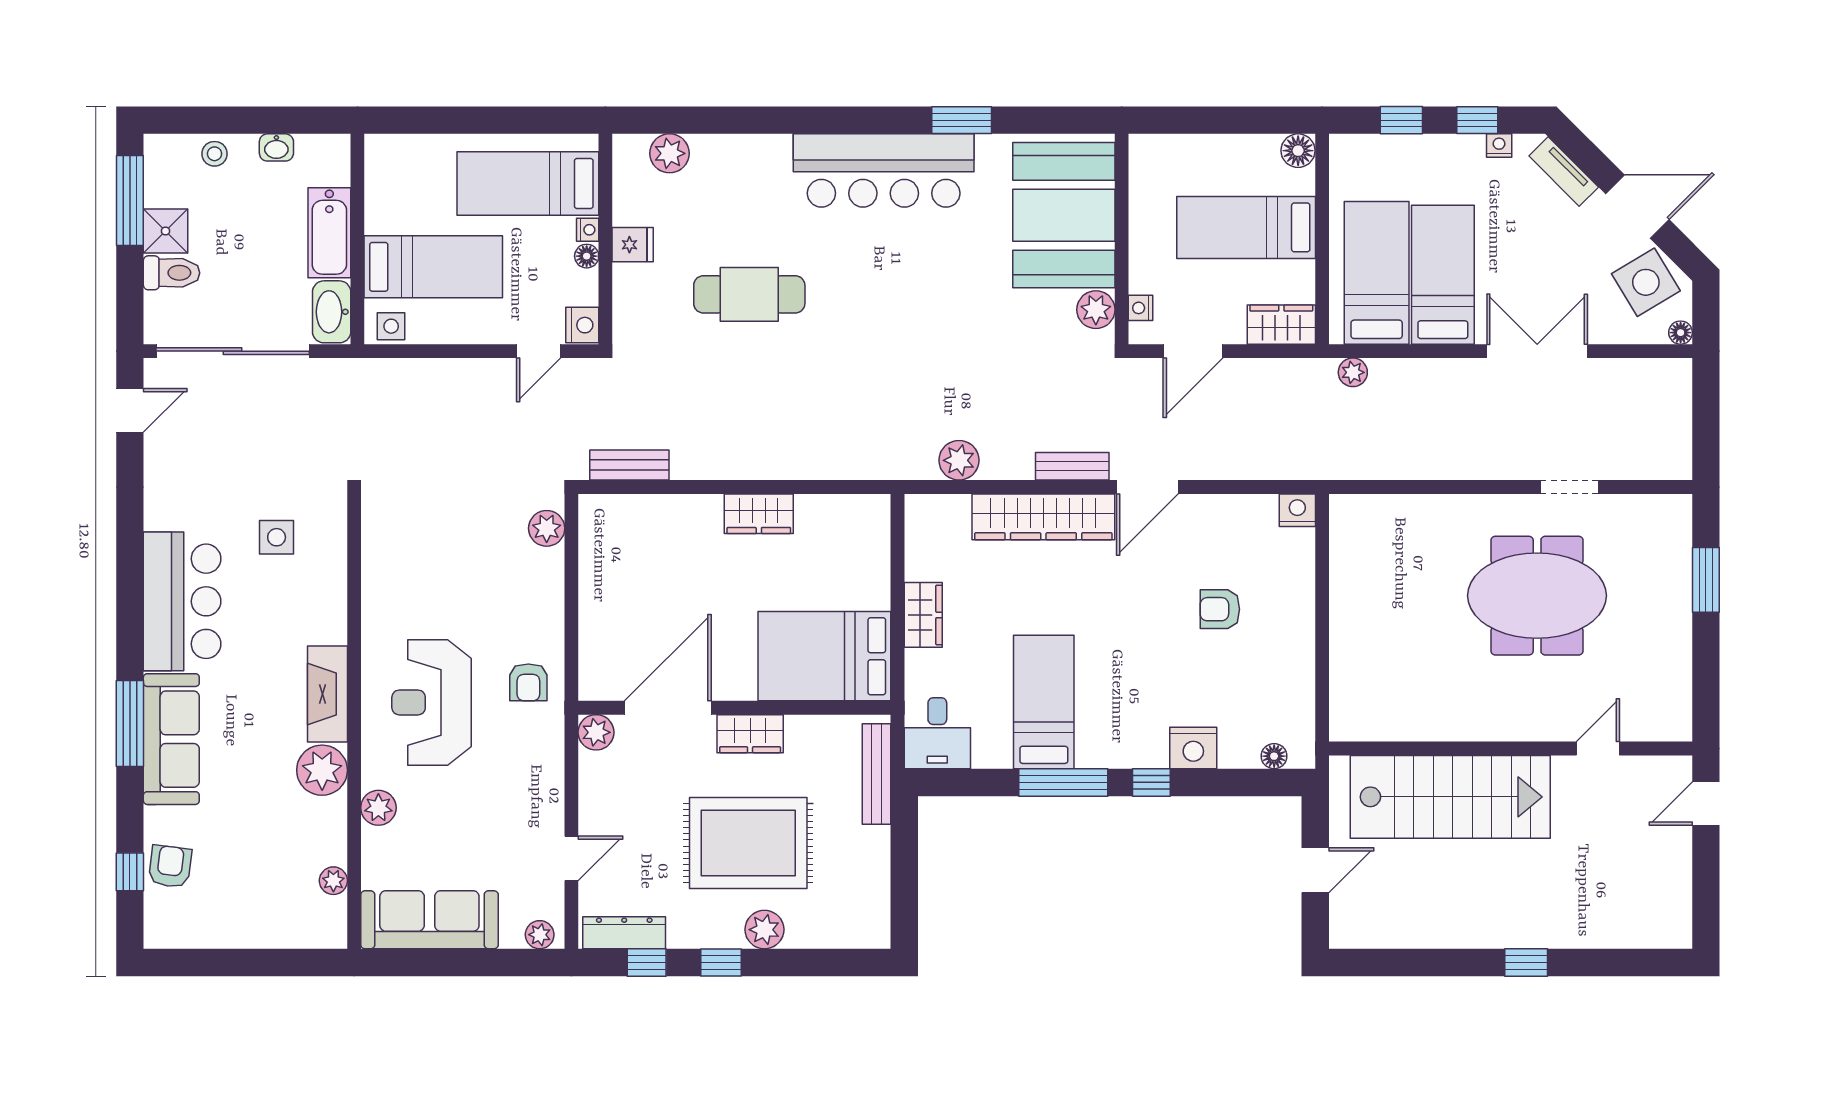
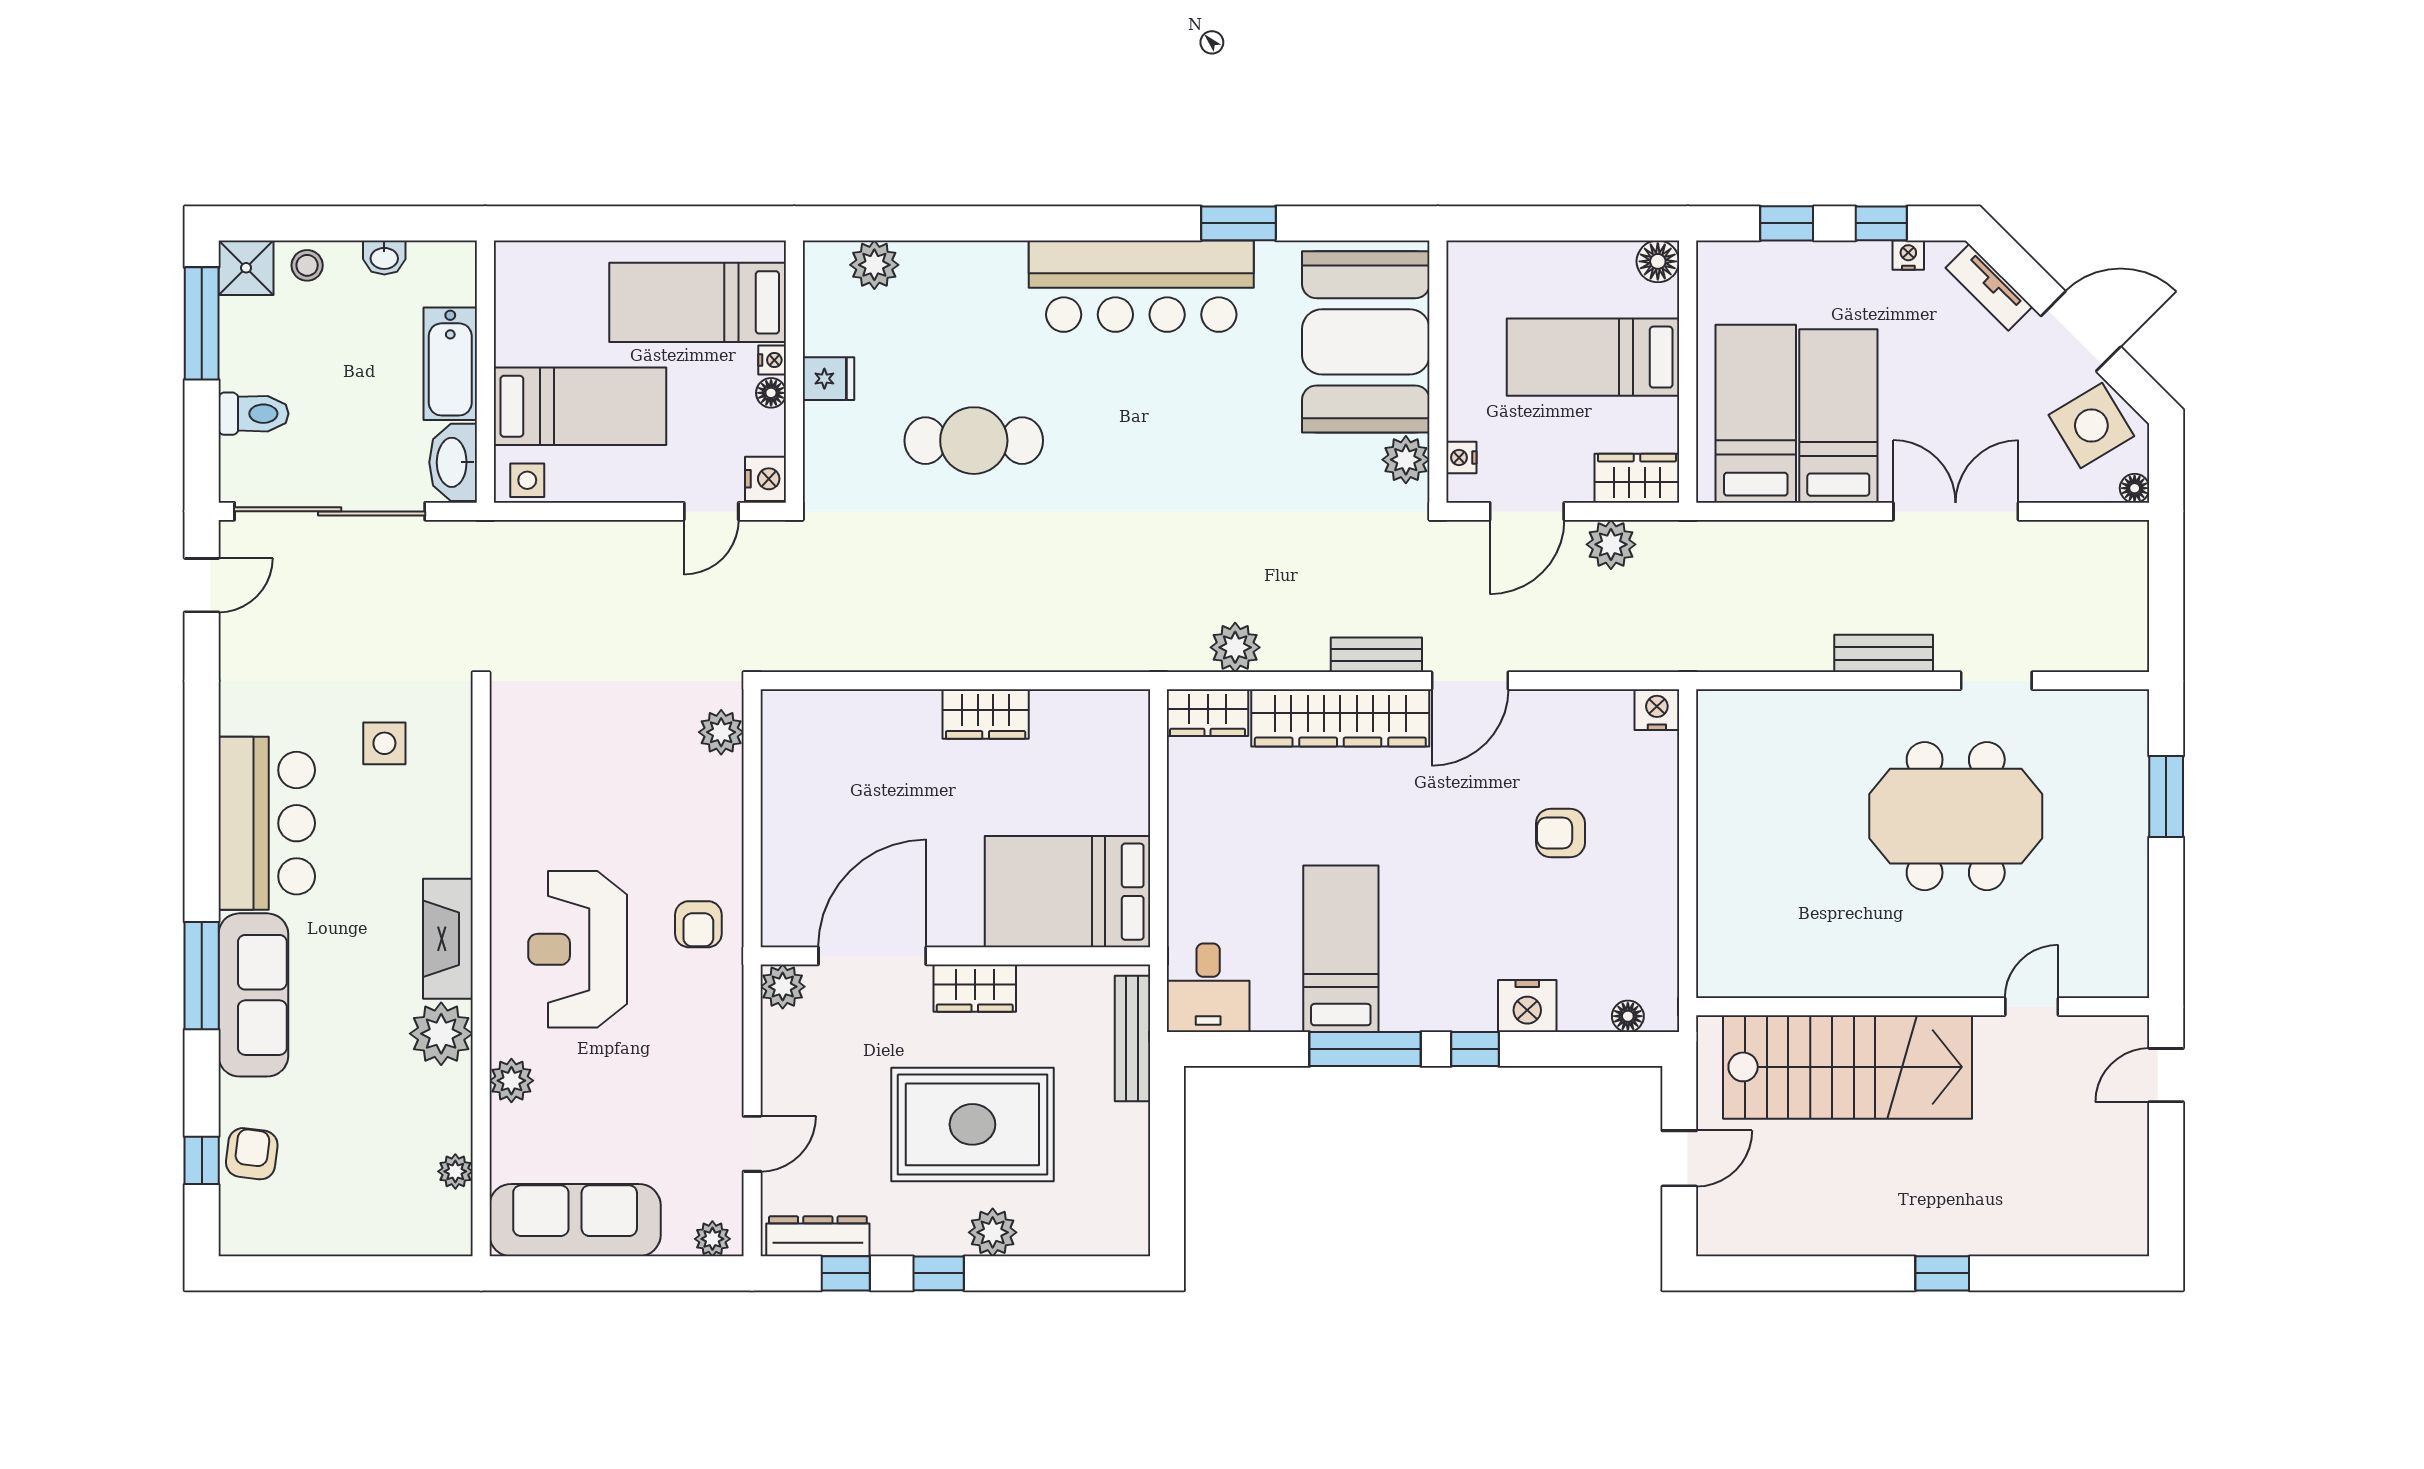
shower: (165, 231) -> (246, 268), moved
plant: (1353, 372) -> (1611, 544), moved, width x1.38, depth x1.38
bench: (629, 465) -> (1884, 653), moved
wardrobe: (923, 615) -> (1208, 713), moved, turned 90

